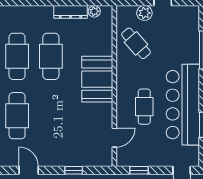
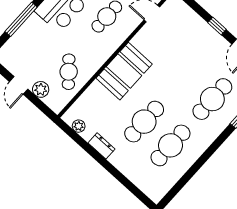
dresser: (71, 12) -> (102, 146), width x0.70
window: (74, 170) -> (217, 26), moved

